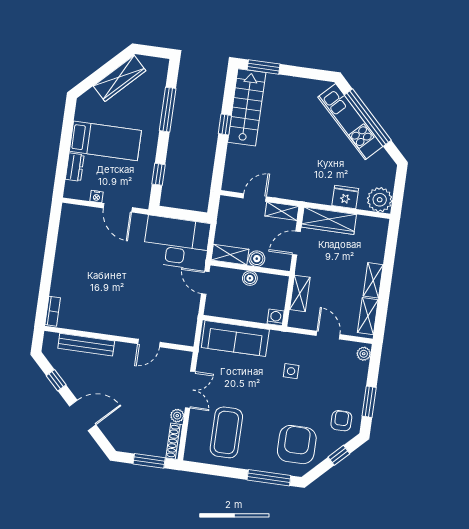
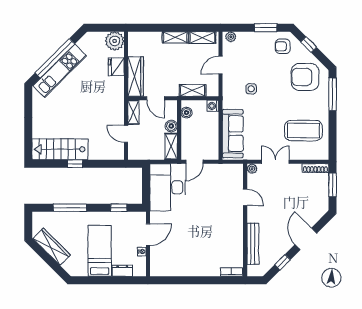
window: (264, 67) -> (28, 141), removed
boiler: (250, 278) -> (186, 113), moved
plant: (177, 416) -> (252, 169), moved

